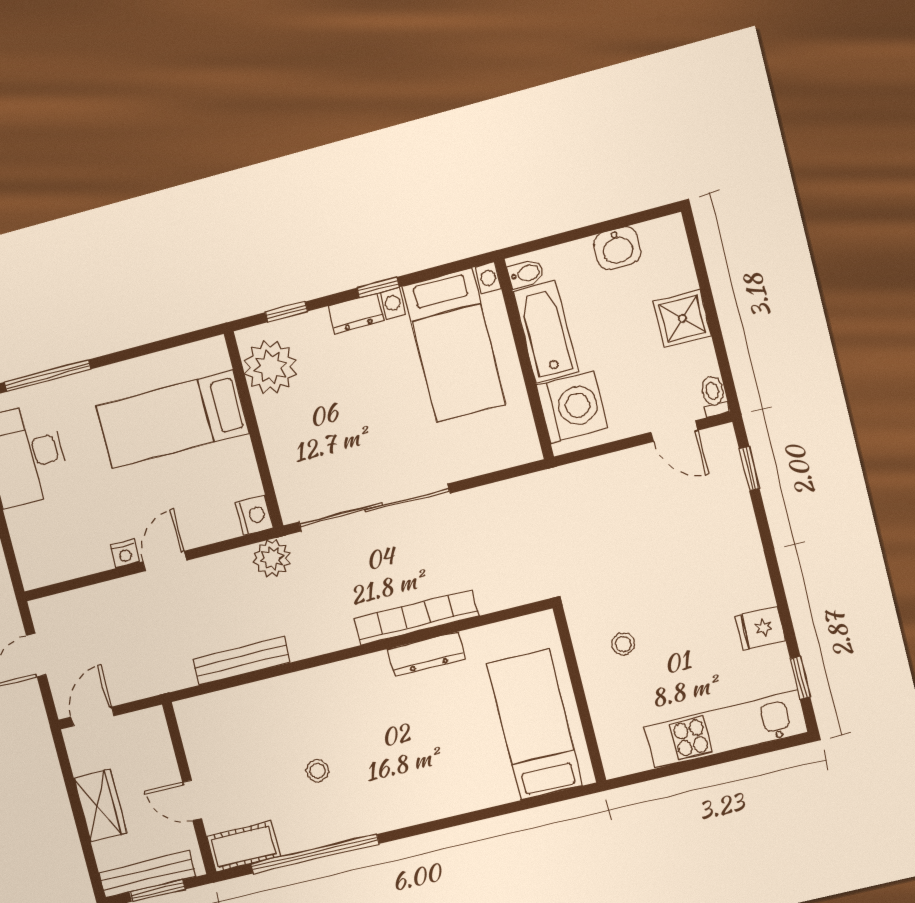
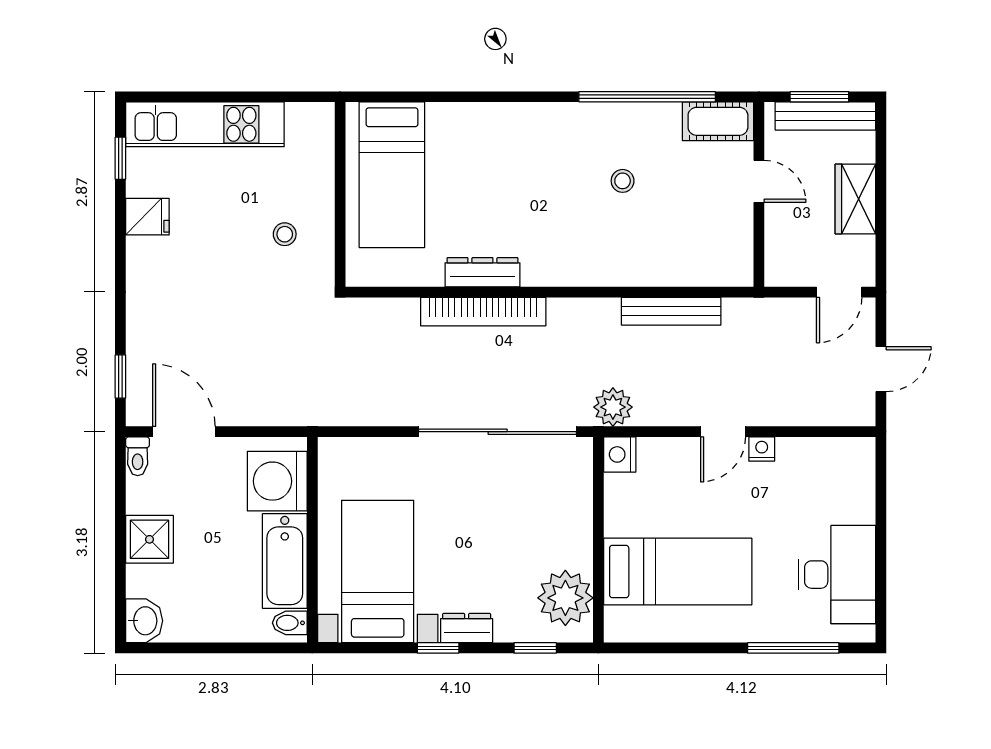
washbasin: (617, 248) -> (144, 621), moved, turned 90
door: (674, 431) -> (184, 432), width x1.38

